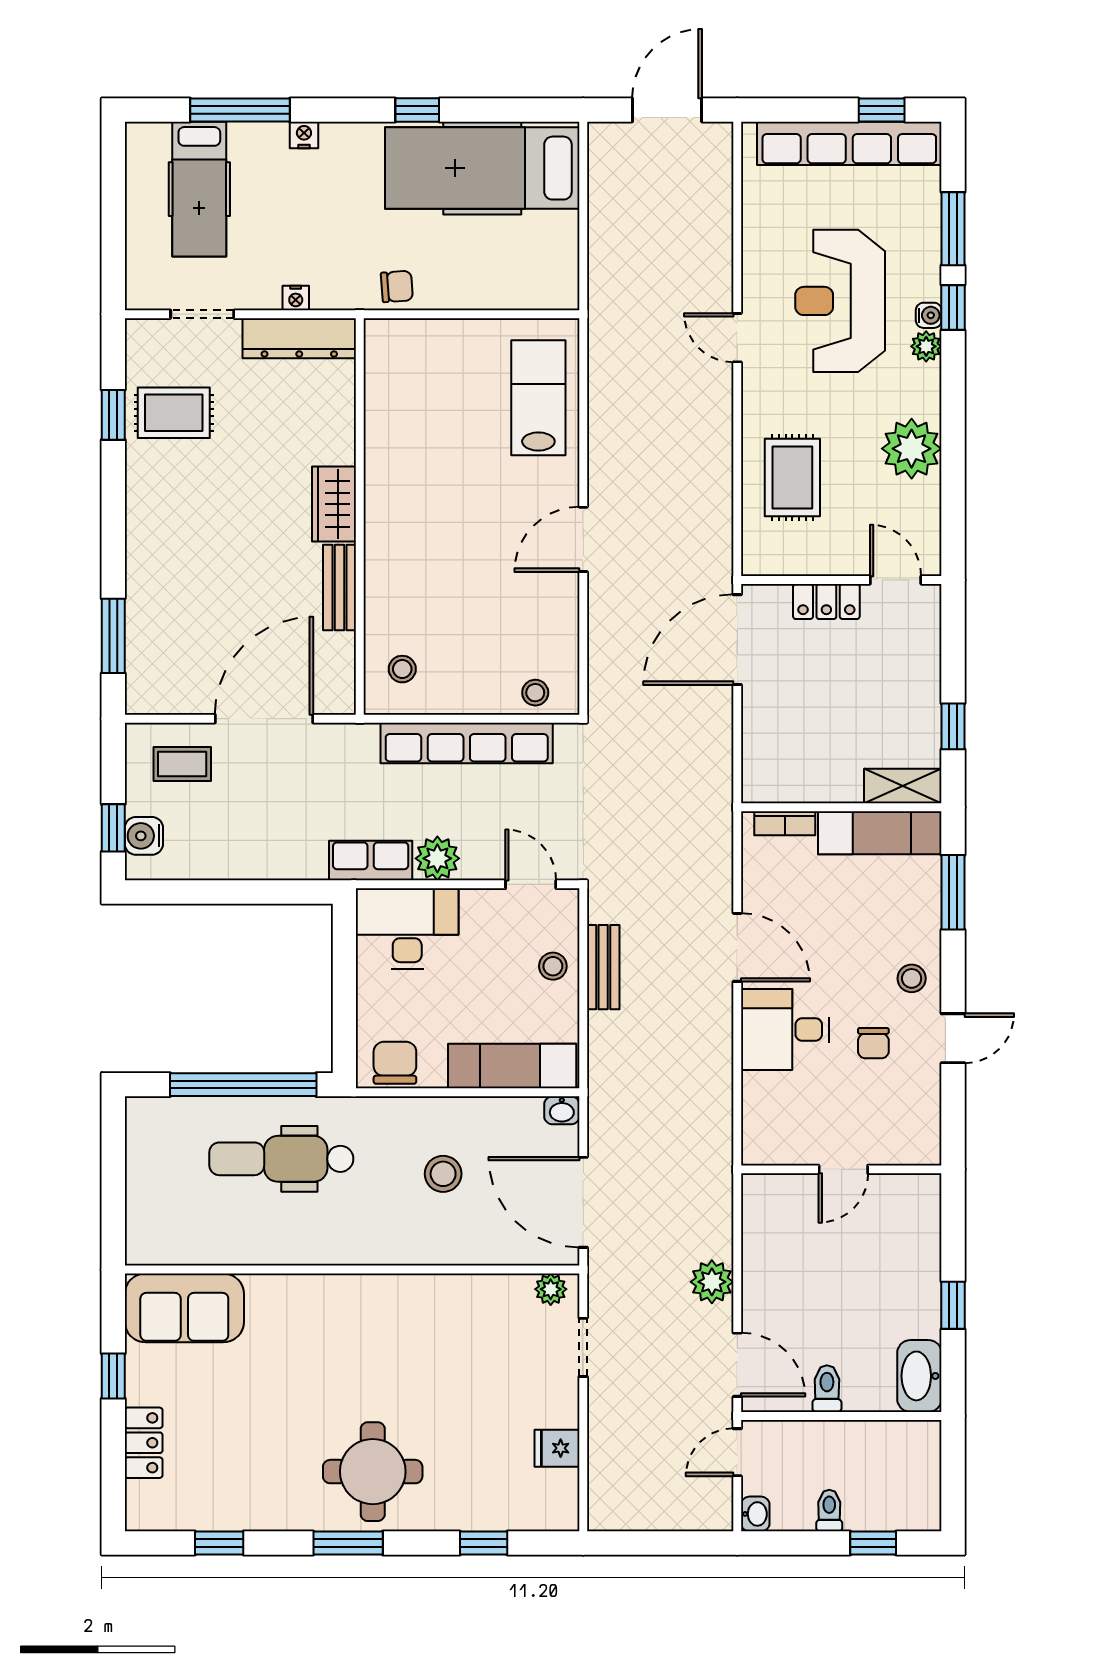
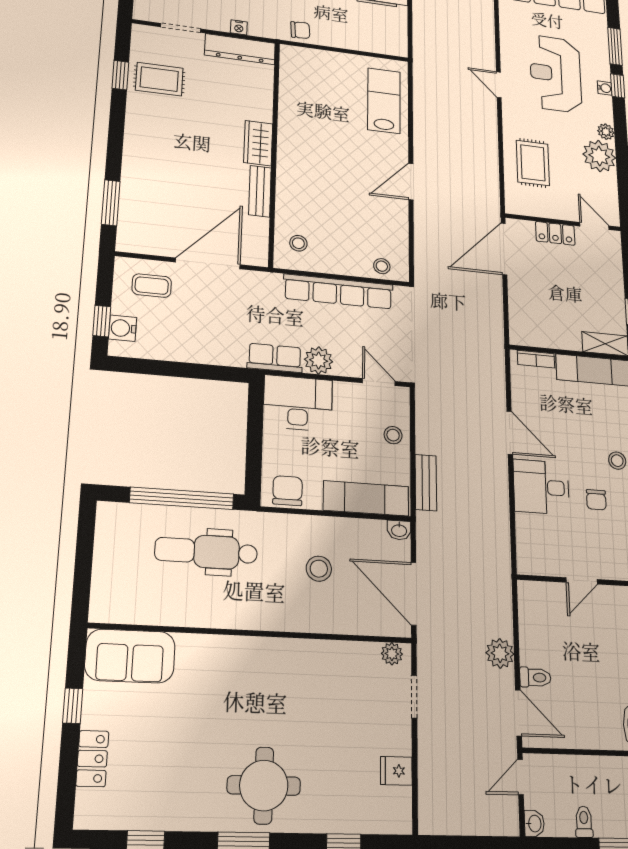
plant: (926, 346) -> (606, 132), moved
bench: (603, 967) -> (426, 483), moved
toilet: (827, 1389) -> (535, 677), moved, turned 90

